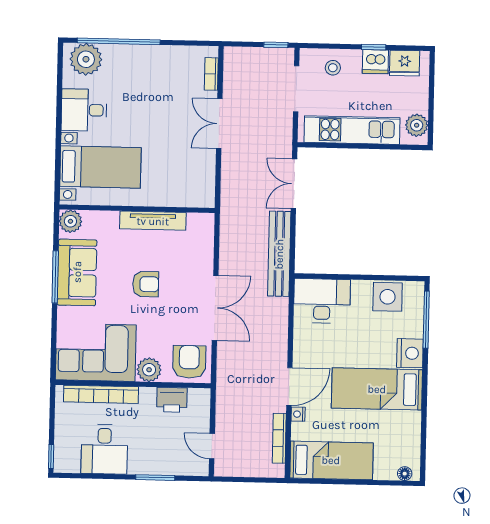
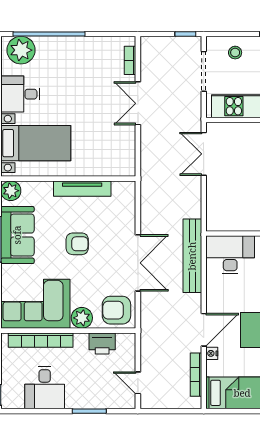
bench: (279, 254) -> (192, 256), moved
armchair: (189, 362) -> (116, 310), turned -90

